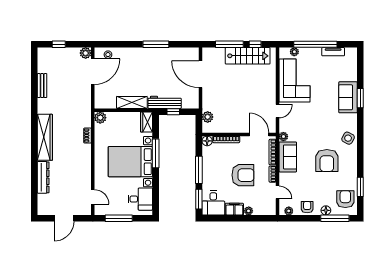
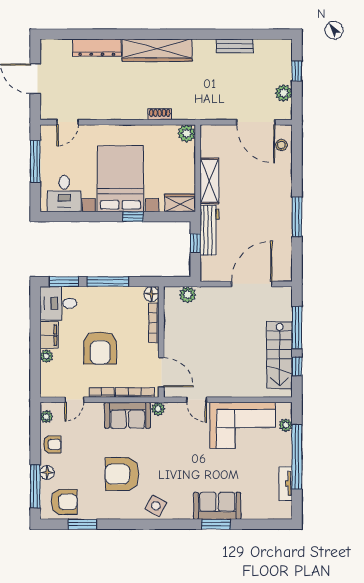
plant: (86, 53) -> (284, 93), moved
door: (259, 134) -> (161, 372), hinge flipped
window: (156, 153) -> (133, 217), width x0.46

